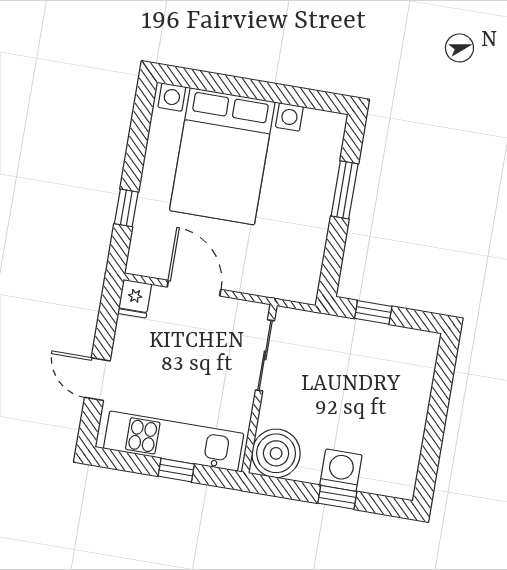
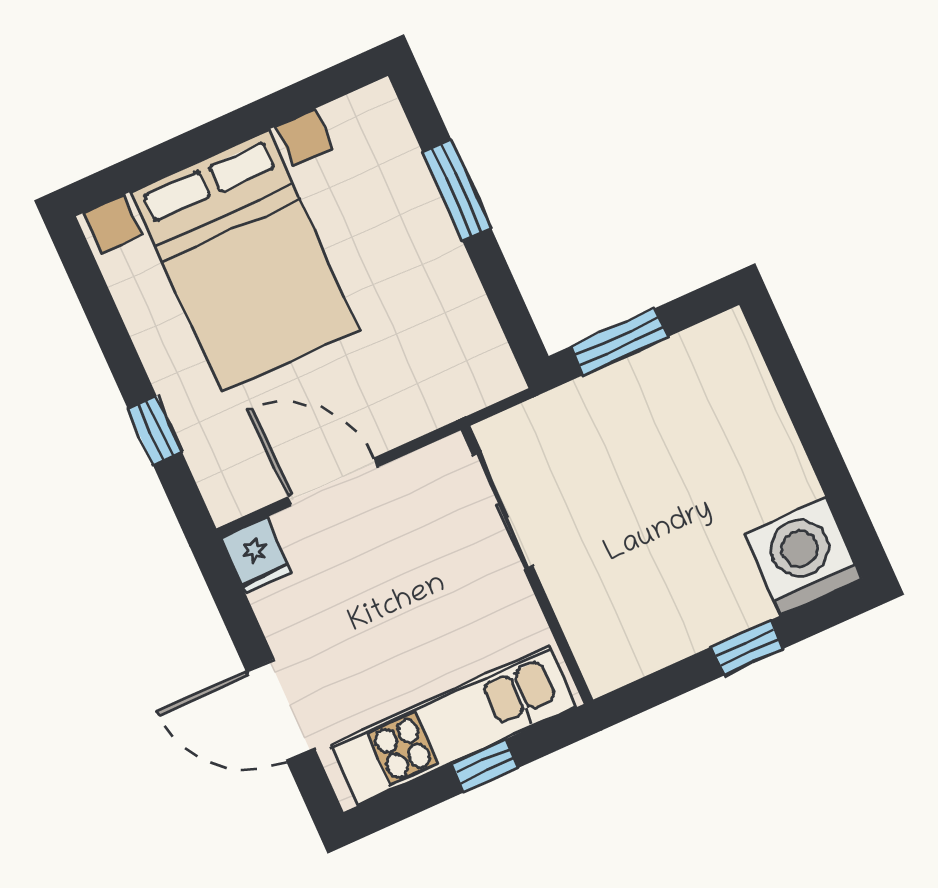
window: (373, 312) -> (619, 342), width x1.50
door: (97, 379) -> (280, 710), width x1.38
boiler: (276, 453) -> (615, 643), removed
washing machine: (341, 470) -> (803, 556), moved, width x1.37, depth x1.37

